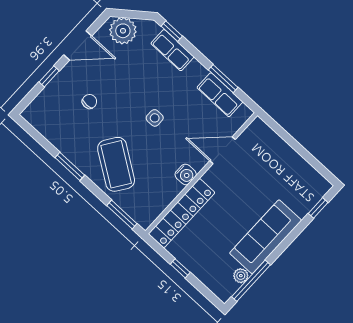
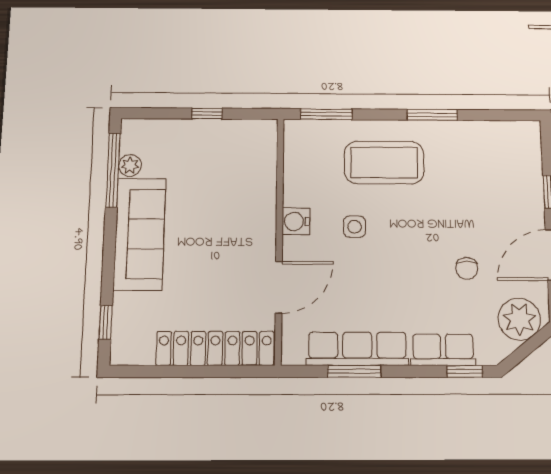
row of seats: (220, 95) -> (357, 349), width x1.48
chair: (89, 101) -> (467, 268), moved
side table: (155, 118) -> (355, 227), moved
coffee table: (116, 164) -> (384, 163), turned -34
locker: (182, 213) -> (215, 348), moved, turned 90

